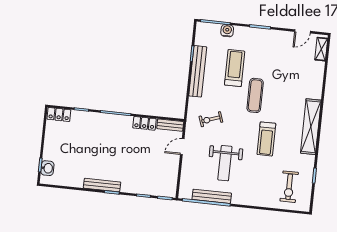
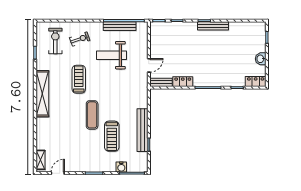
exercise bike: (211, 119) -> (80, 39), moved
weight bench: (225, 163) -> (111, 55), turned -90
washbasin: (47, 168) -> (261, 59), moved

